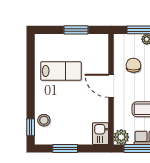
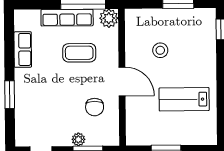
stool: (44, 120) -> (160, 50), moved
kitchen sink: (101, 134) -> (135, 22), removed

